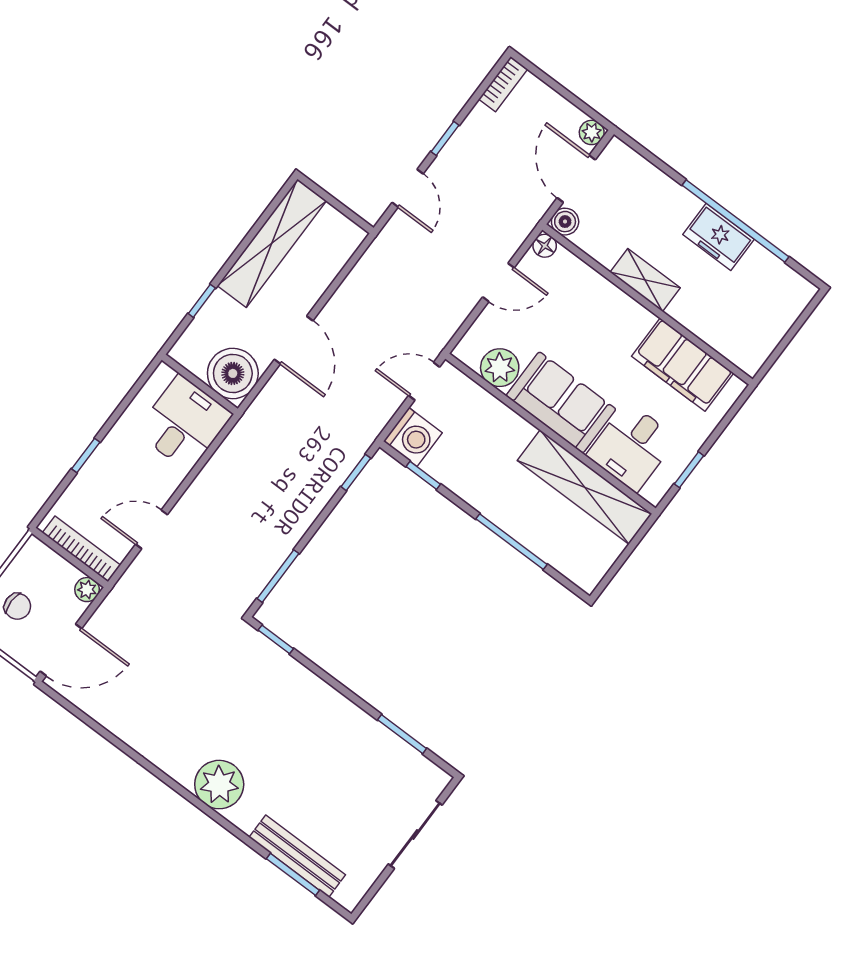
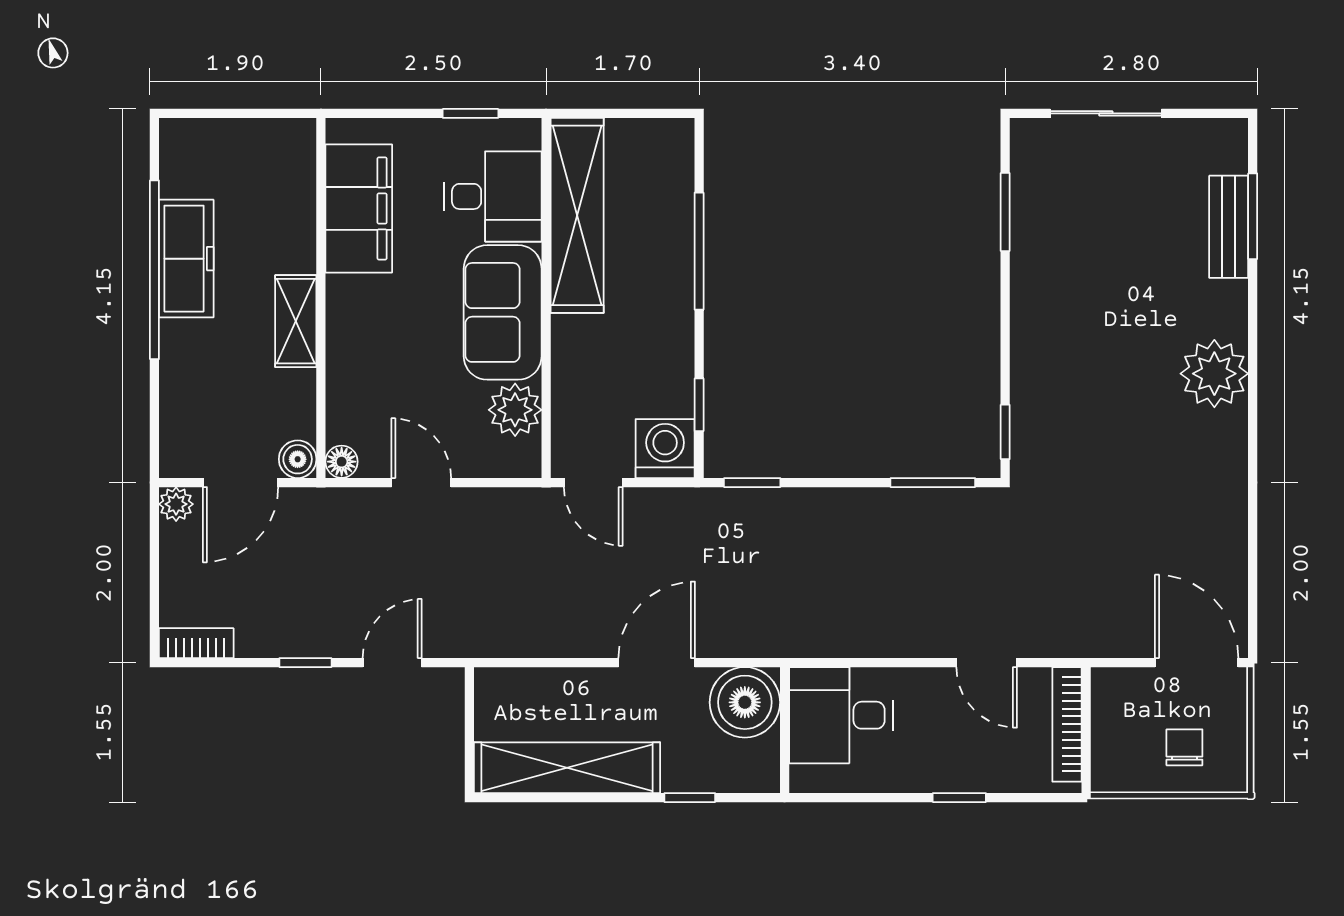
freezer: (719, 237) -> (186, 259), width x1.40
plant: (87, 590) -> (1108, 684), removed
bench: (297, 856) -> (1229, 227), width x0.73

